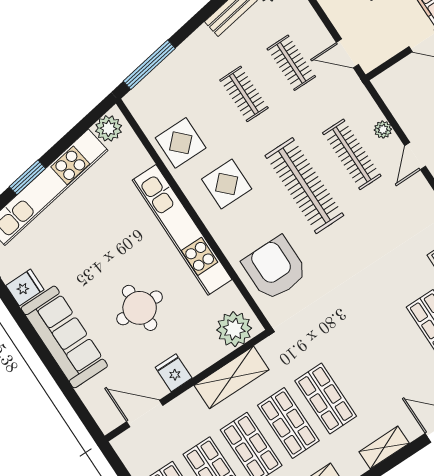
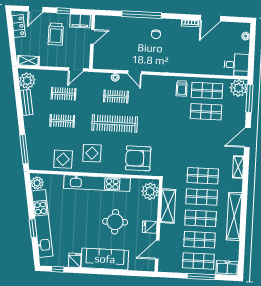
clothes rail: (352, 154) -> (116, 96), width x0.73

